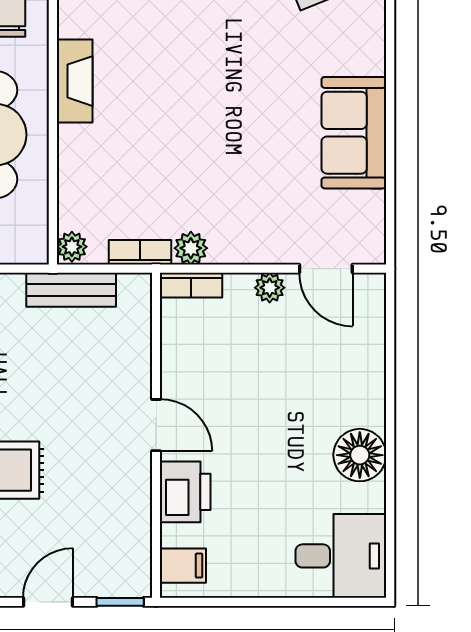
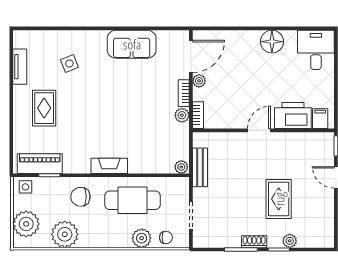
bookcase: (140, 252) -> (184, 93), moved
door: (326, 269) -> (191, 56), width x1.38
printer: (185, 492) -> (293, 115), width x1.37, depth x1.19

